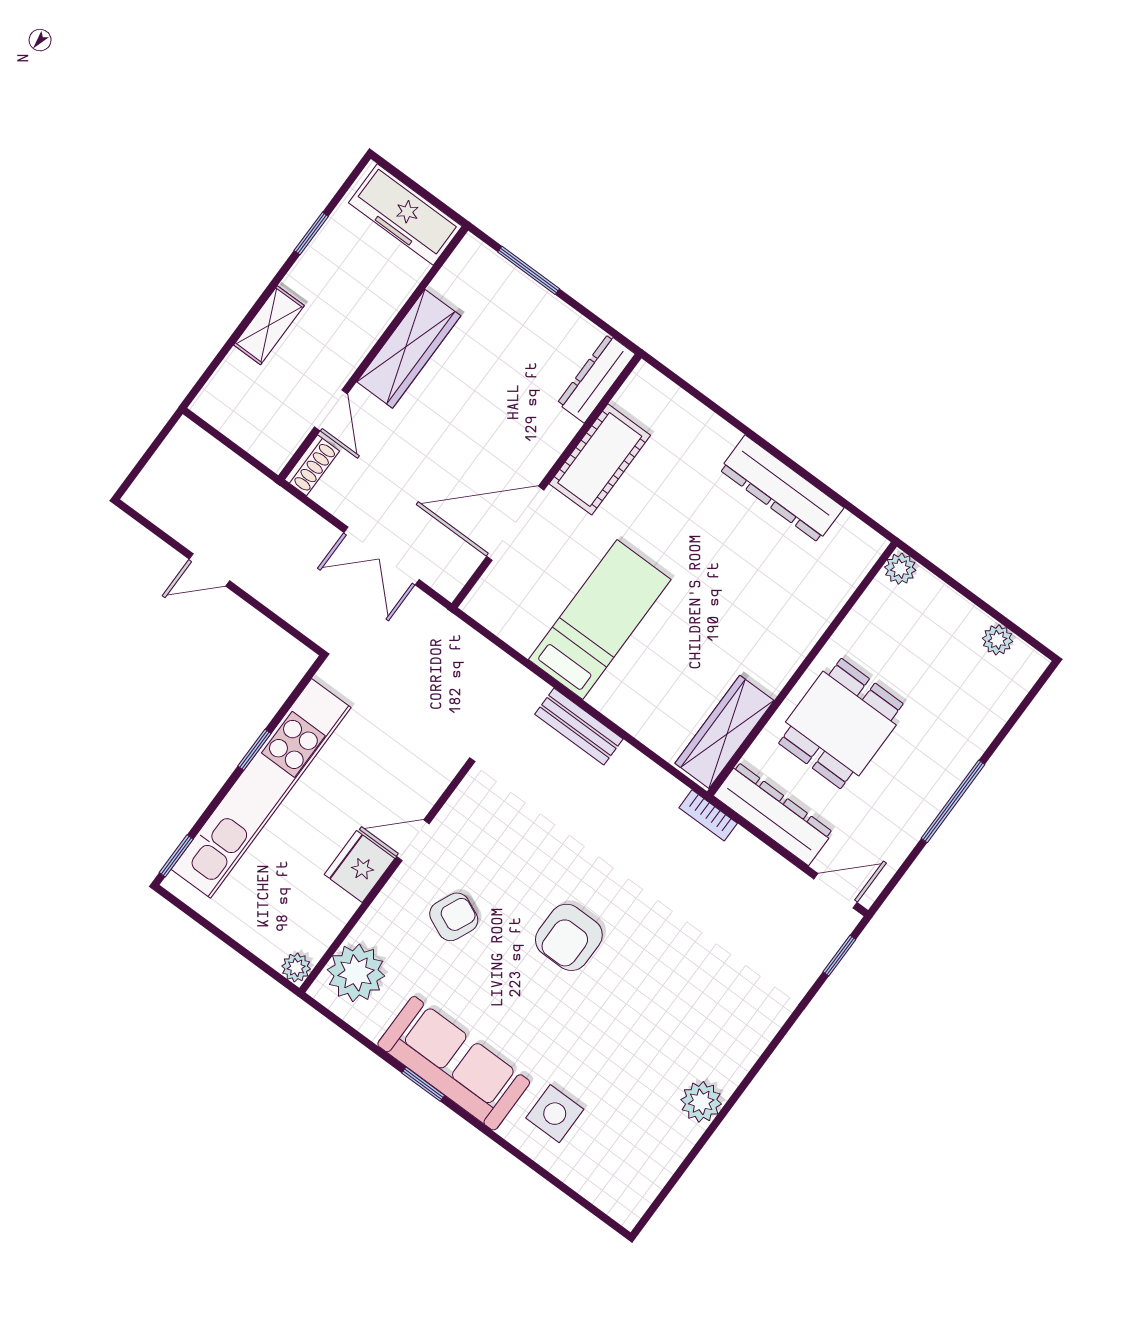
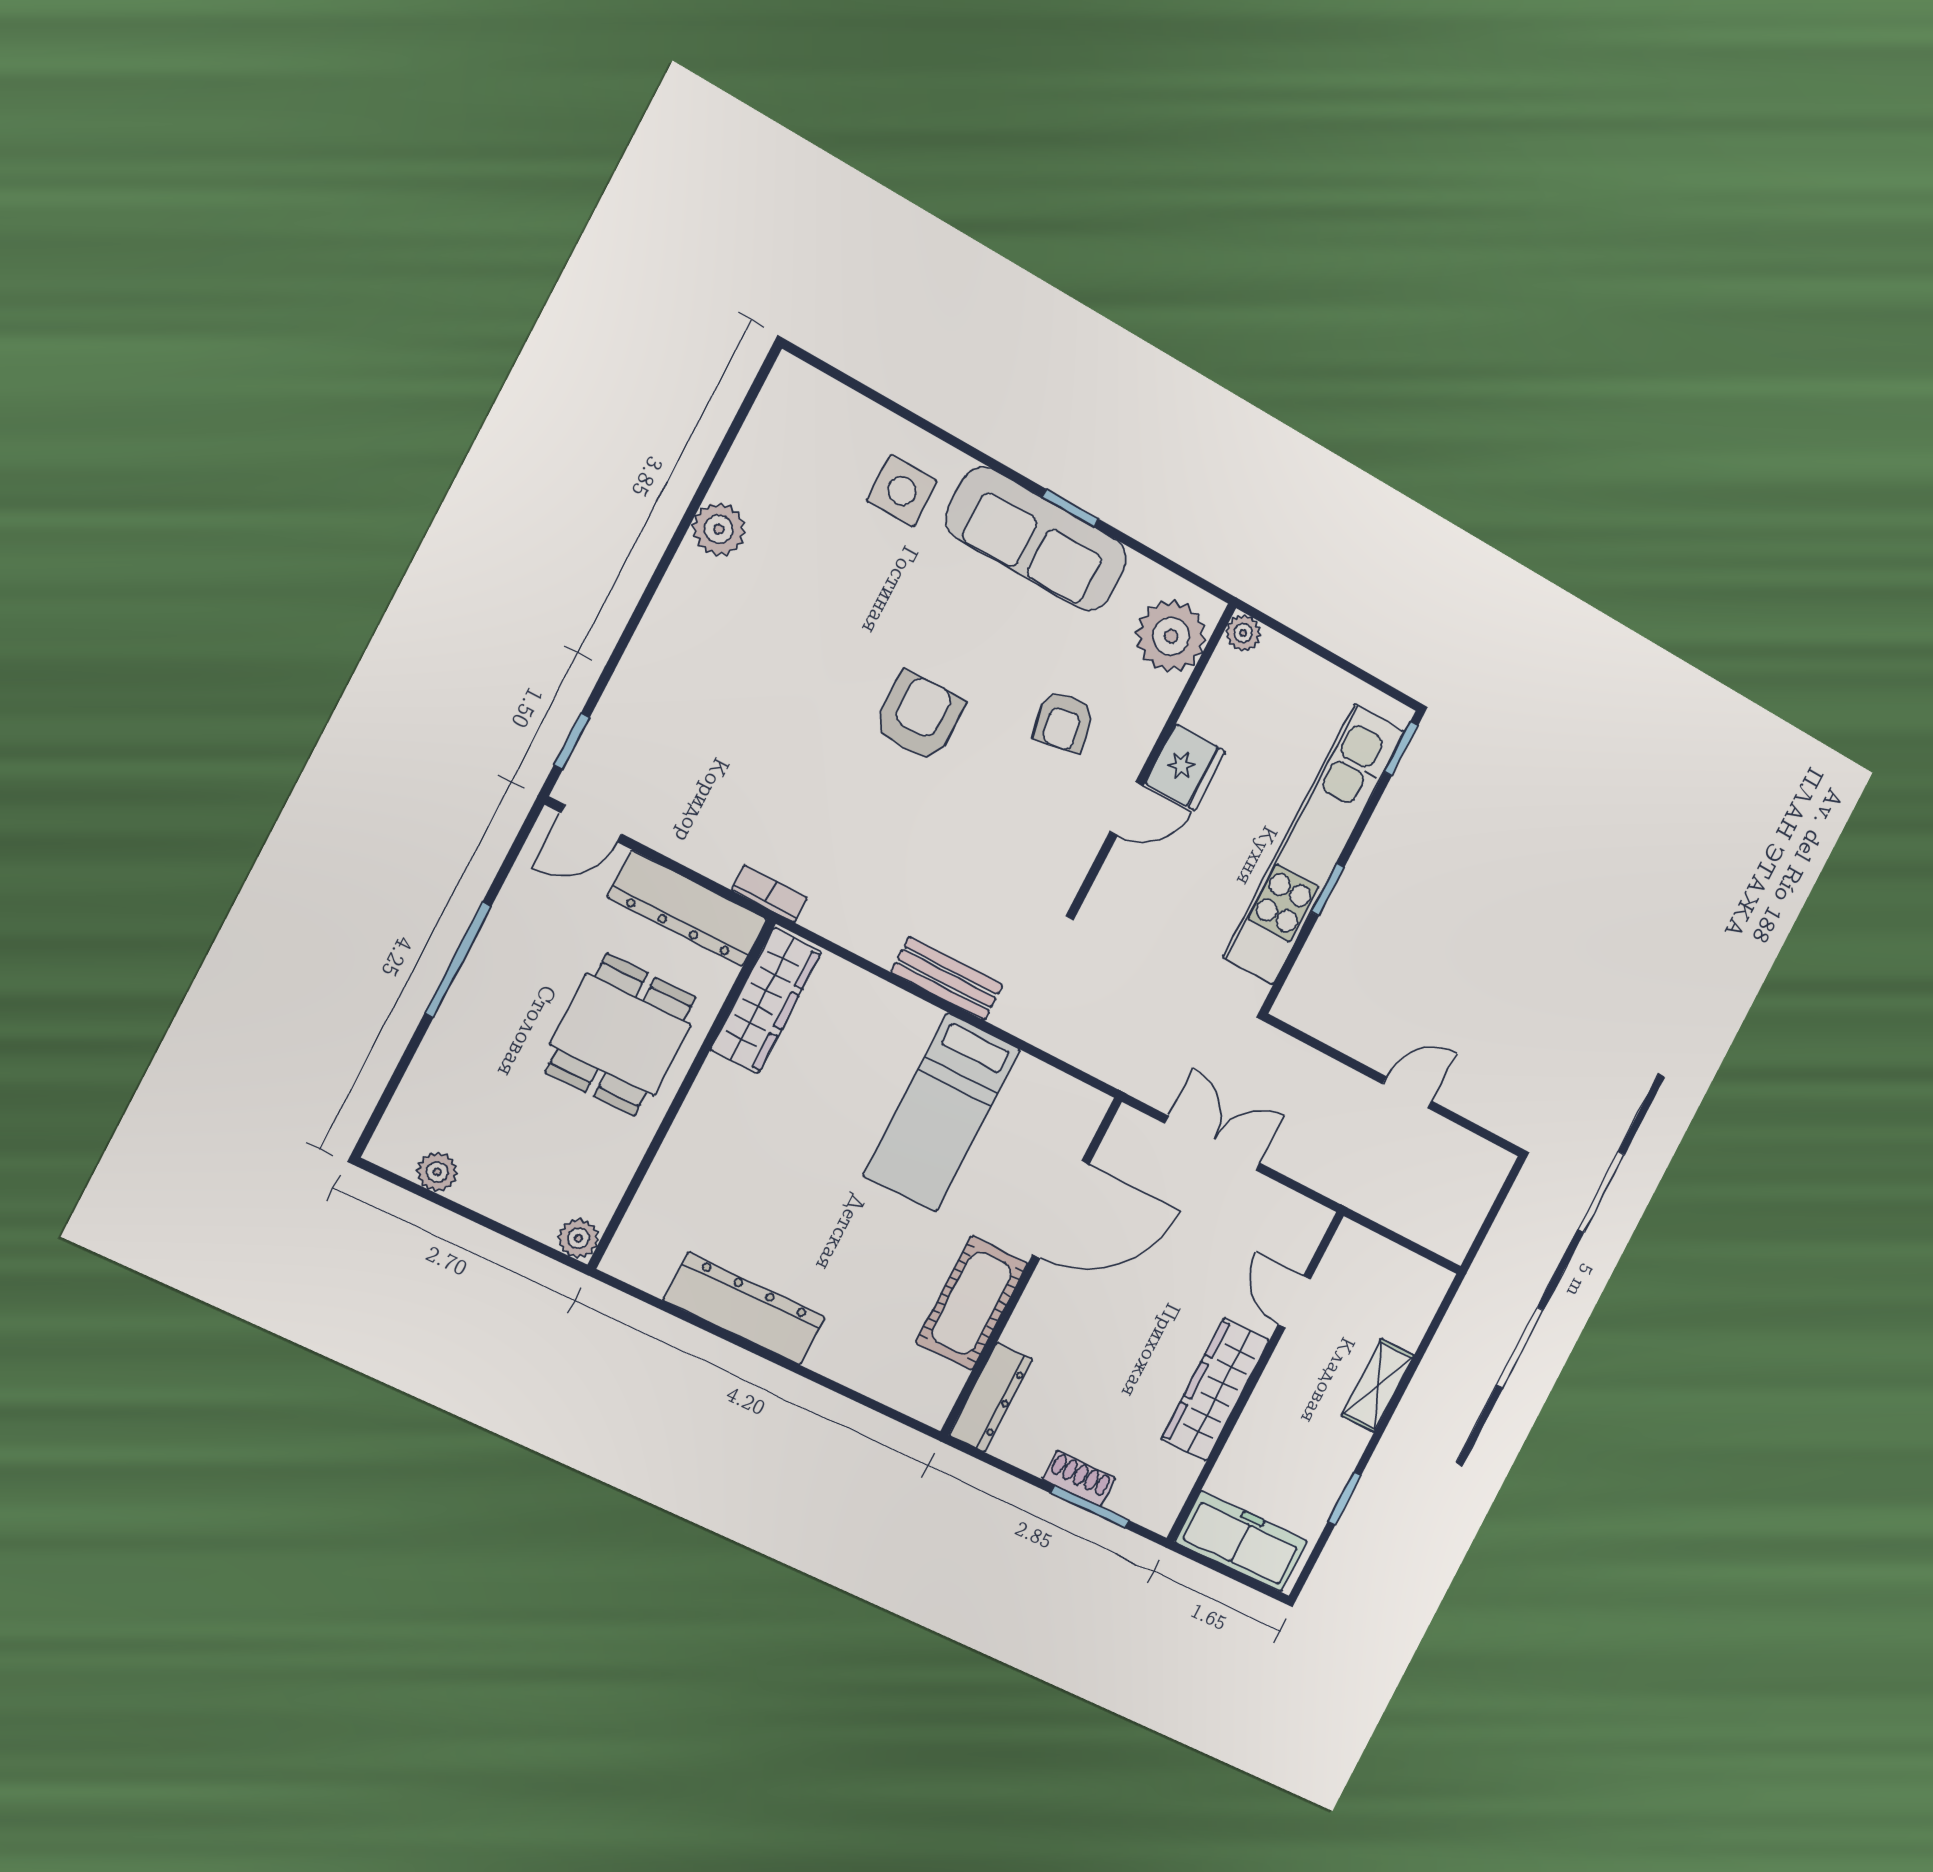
shoe rack: (312, 465) -> (1079, 1479), moved, turned 90
armchair: (454, 917) -> (1064, 722), turned -35

